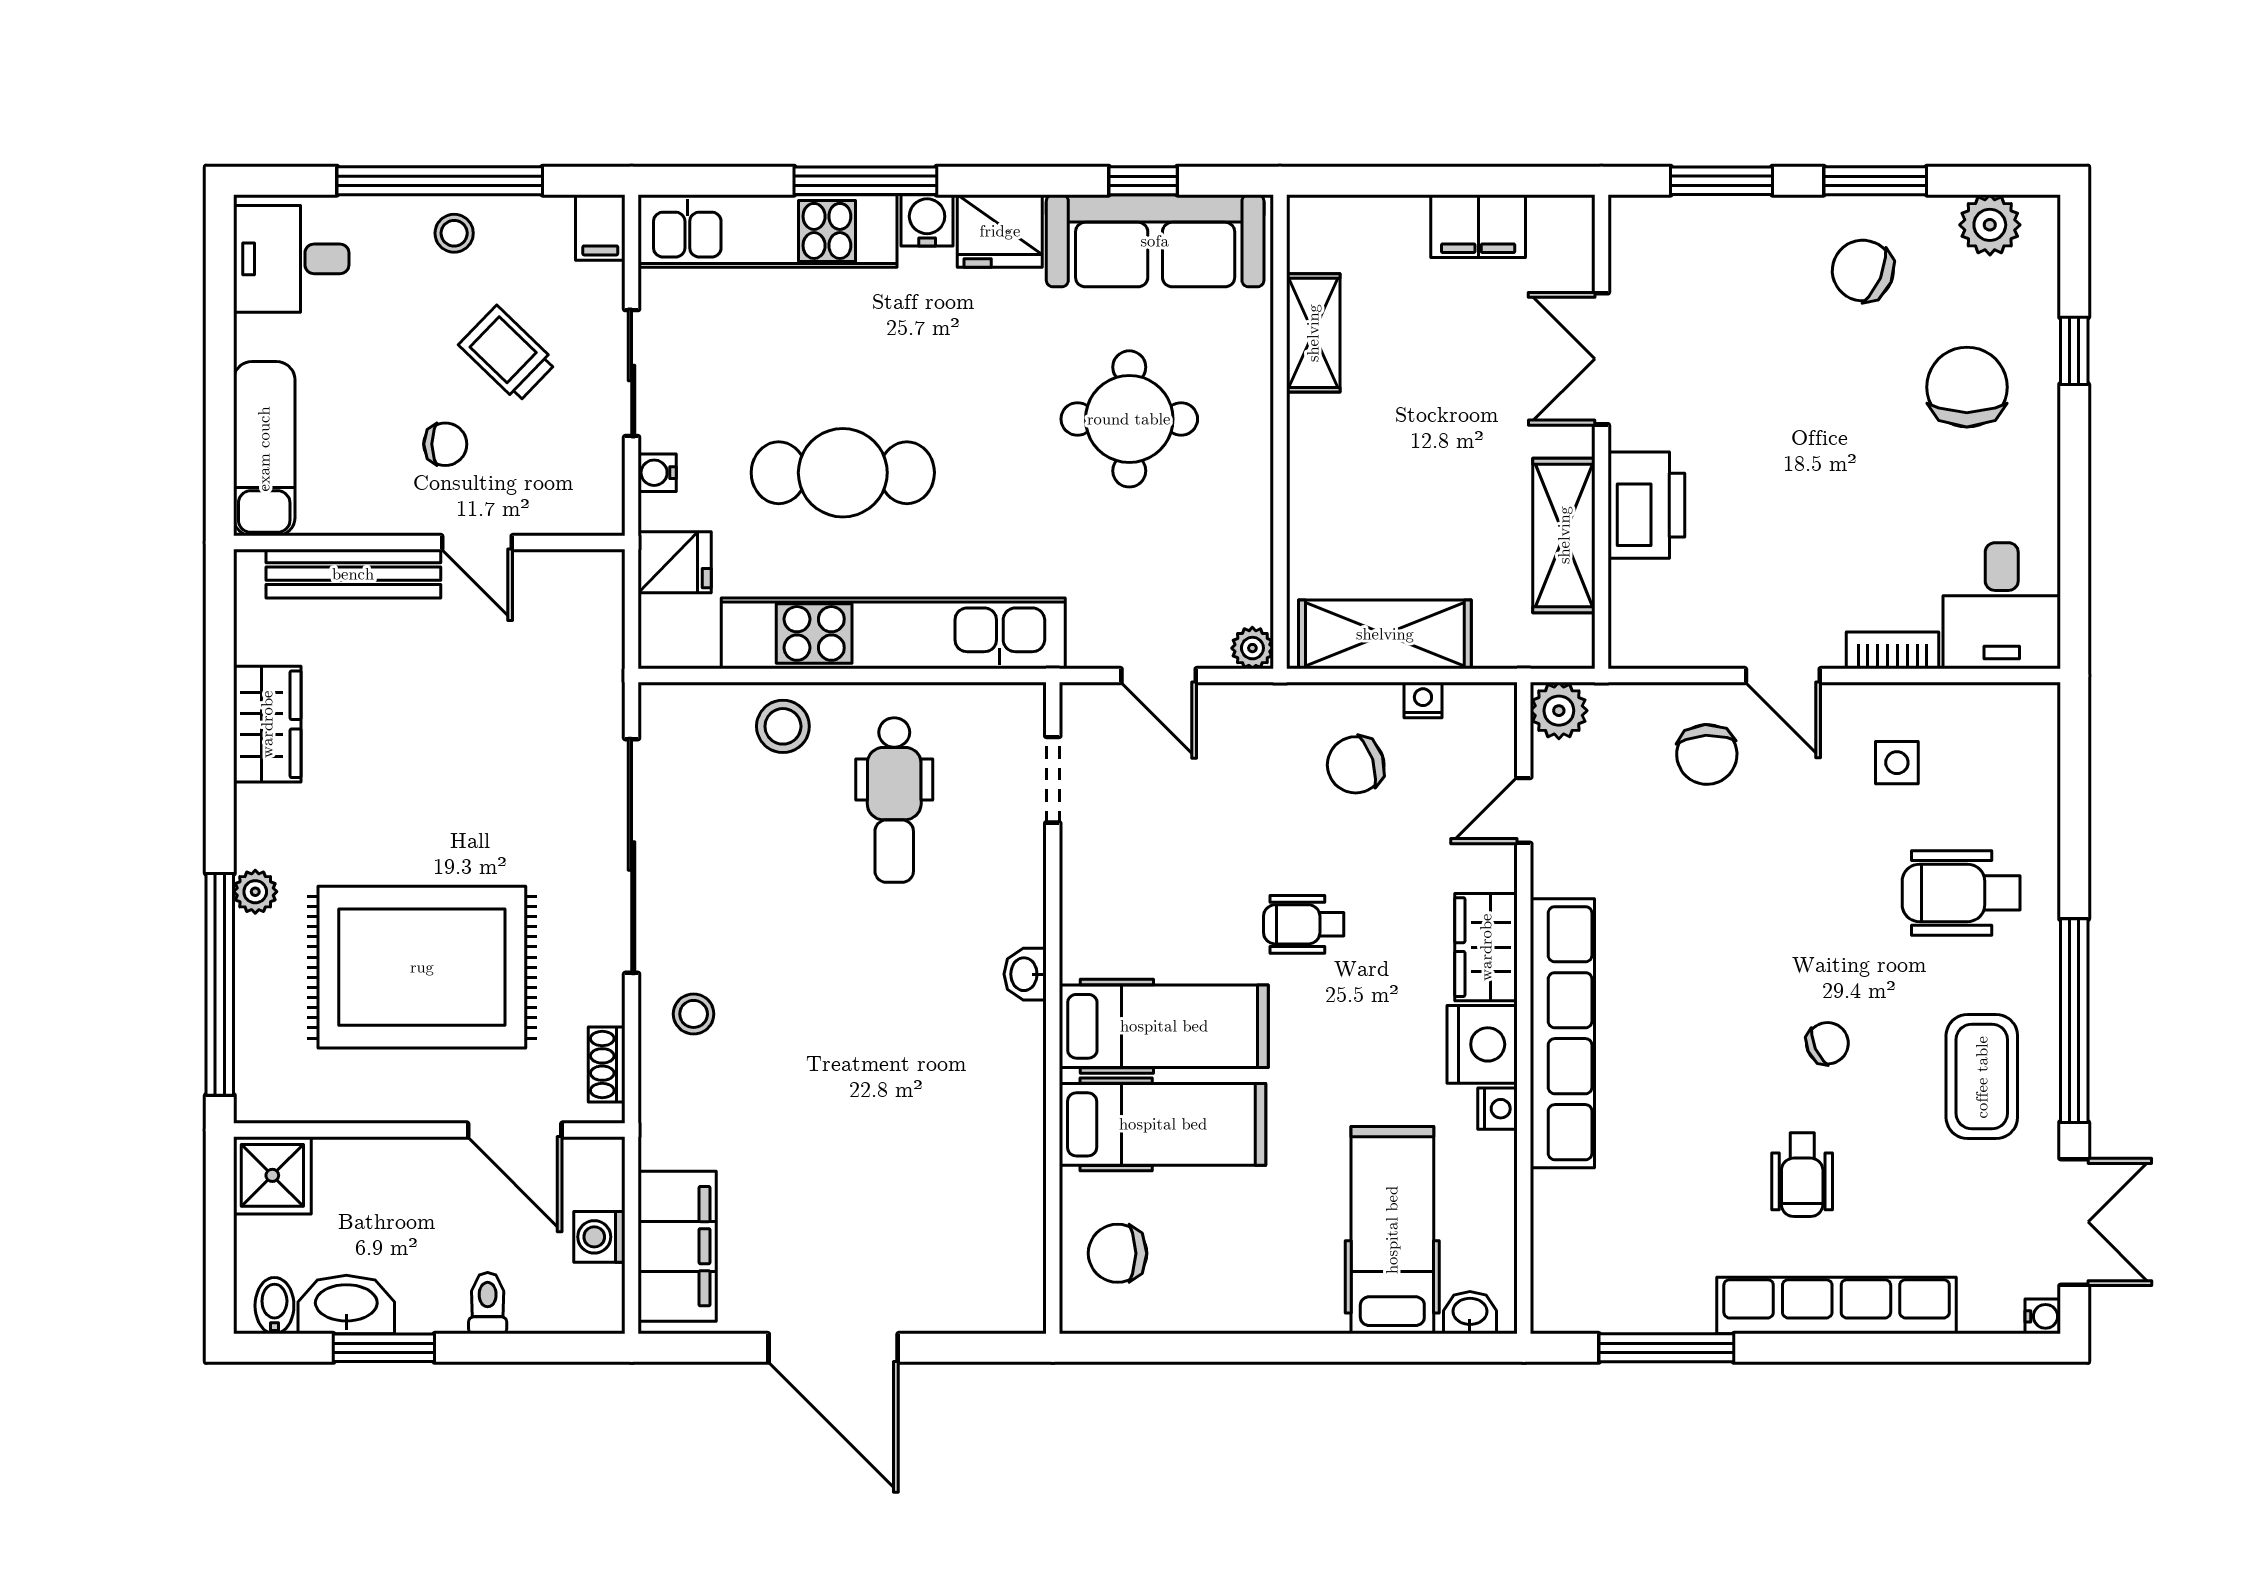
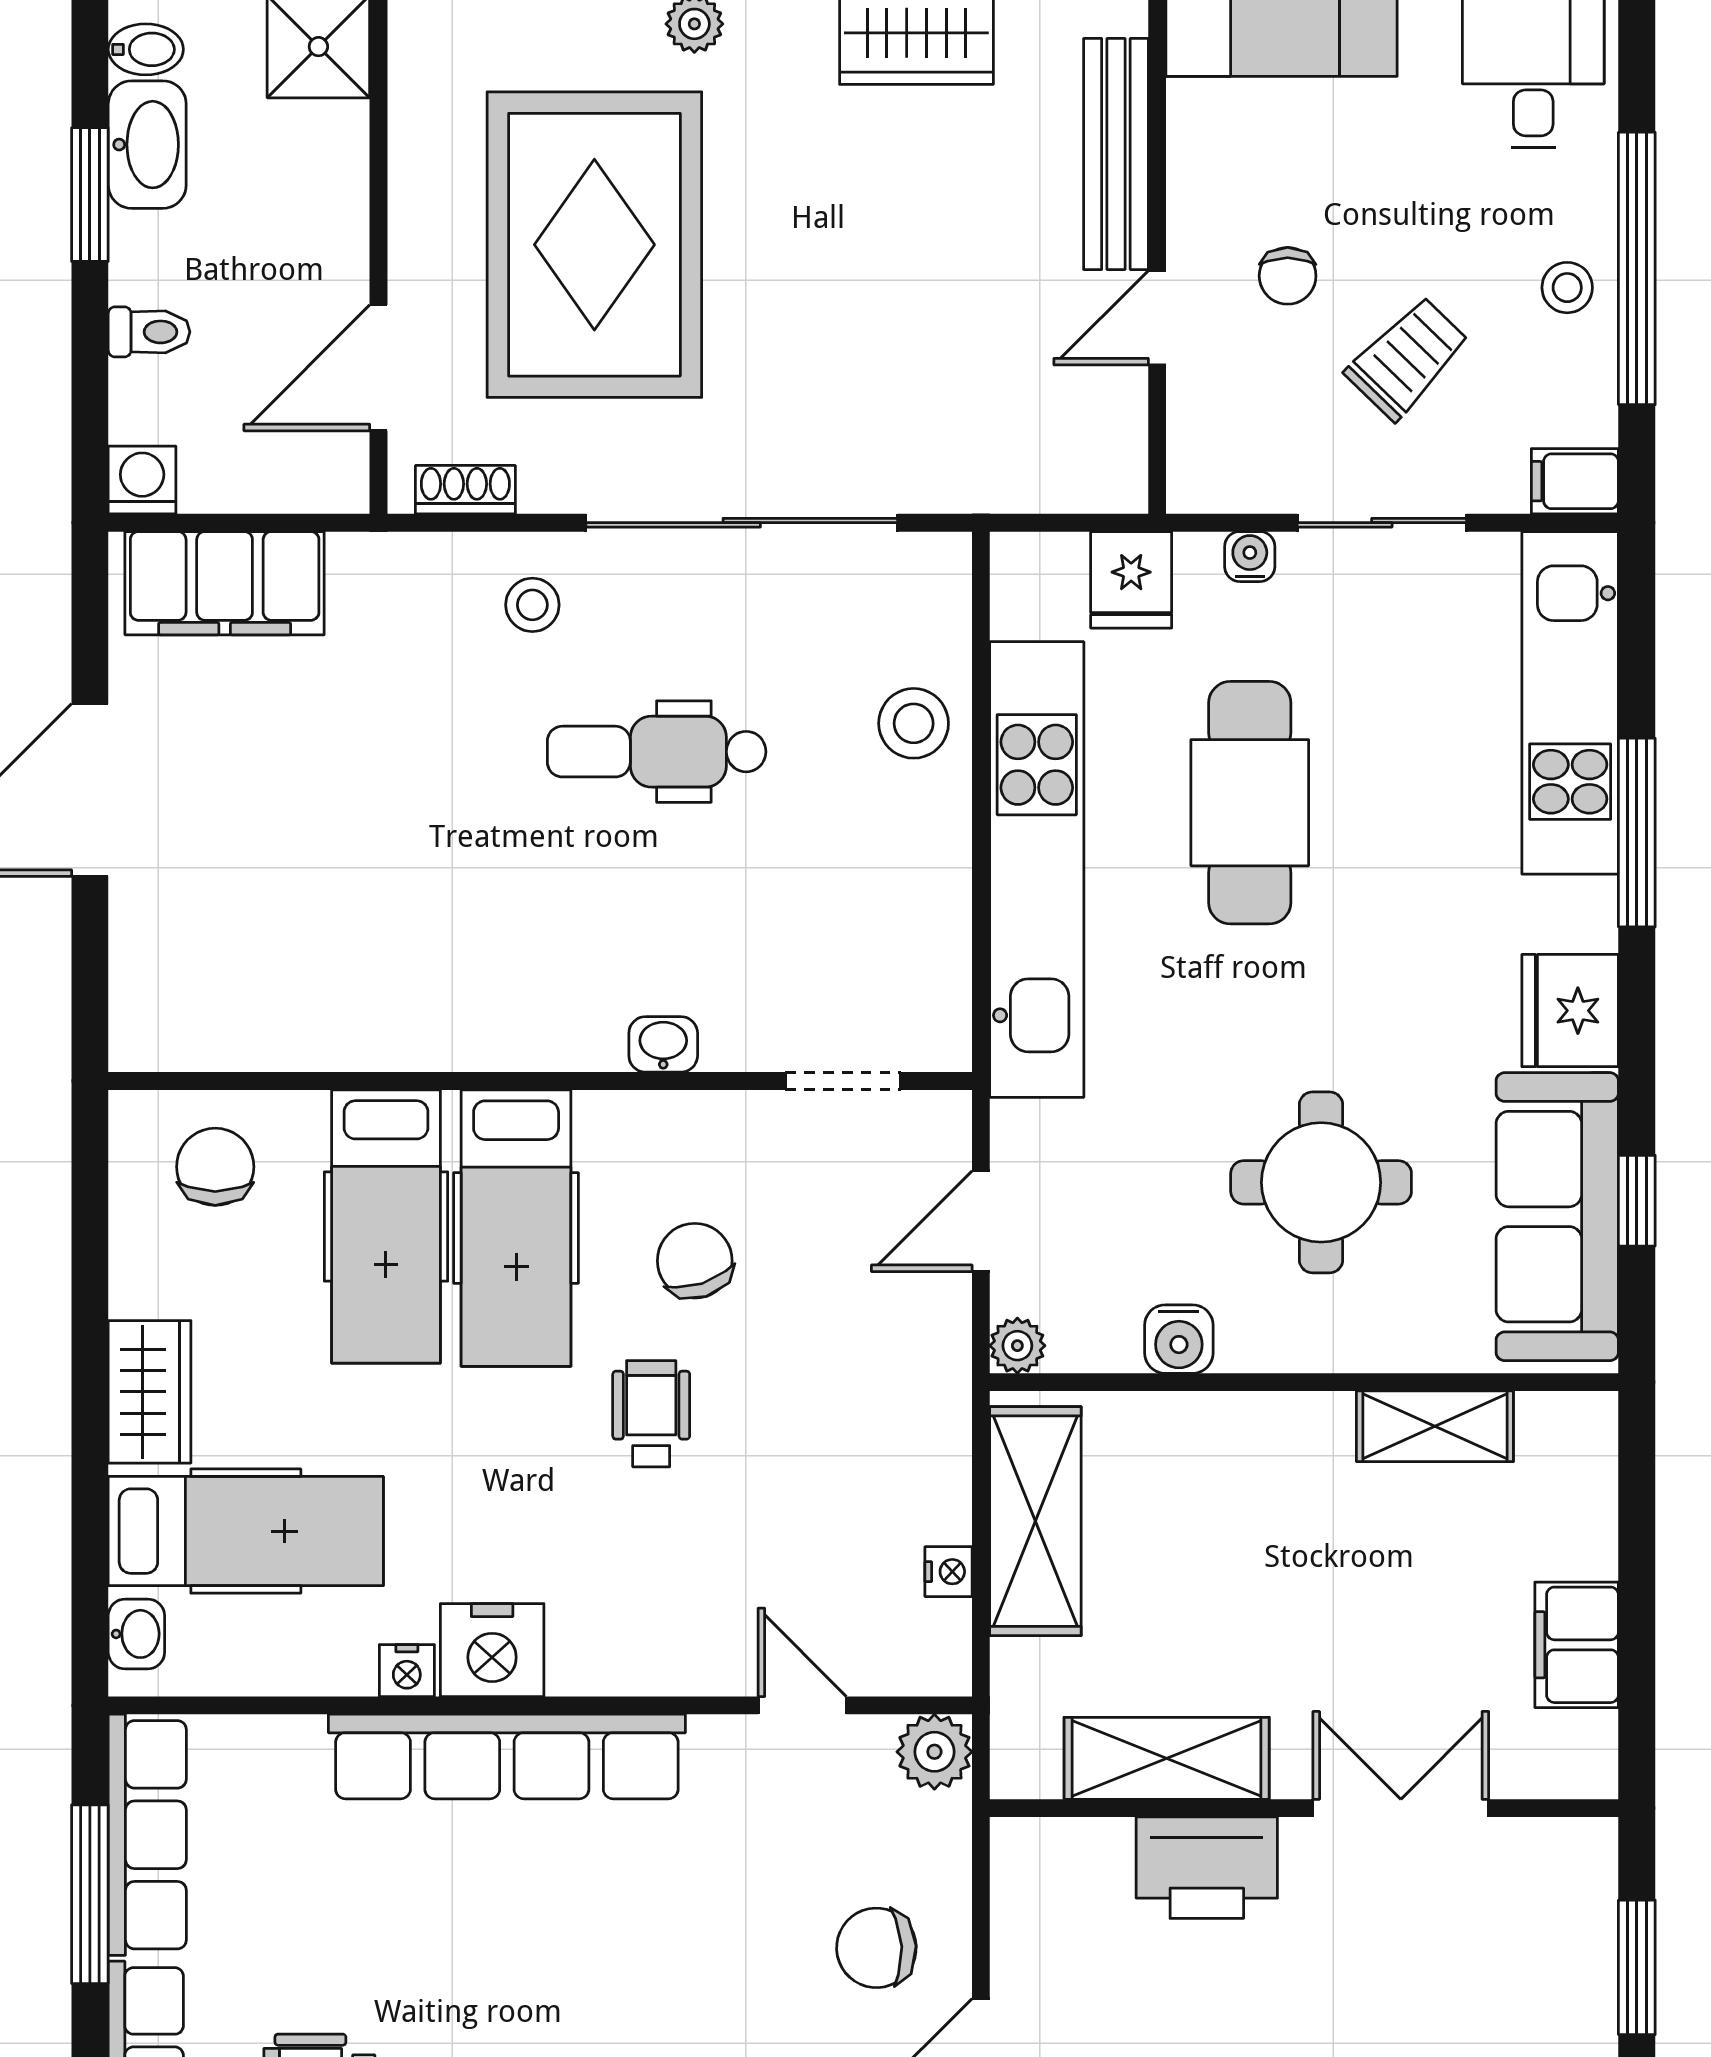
water cooler: (927, 220) -> (1179, 1339), moved, turned 90
chair: (1356, 765) -> (695, 1261), moved
dental chair: (894, 800) -> (657, 752), moved
wardrobe: (1486, 947) -> (150, 1392), moved, turned 90
washbasin: (1025, 974) -> (663, 1044), moved
washing machine: (599, 1237) -> (142, 480), moved
row of seats: (1621, 1305) -> (147, 1835), added

